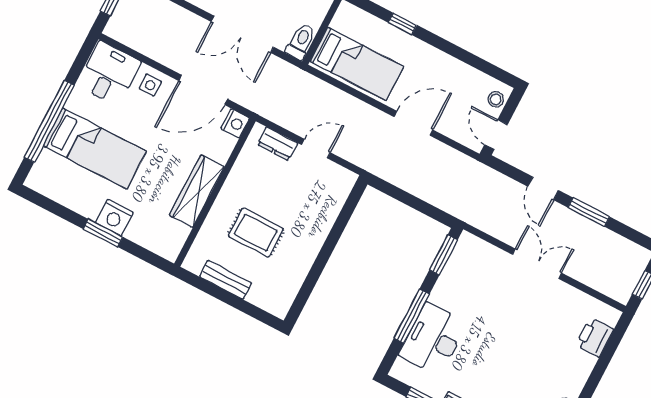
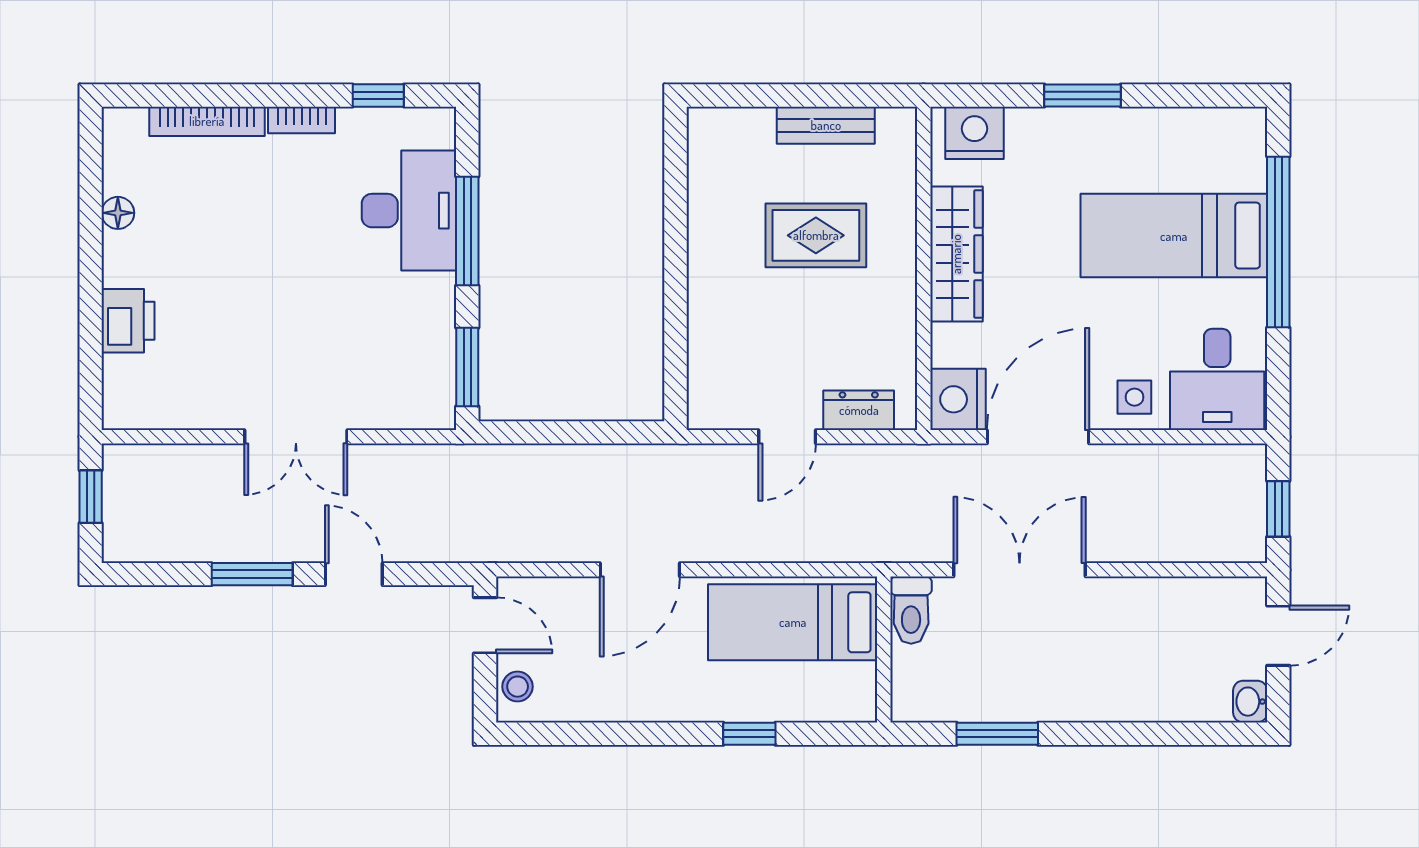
nightstand: (235, 123) -> (958, 399), width x1.36, depth x1.33
nightstand: (114, 218) -> (975, 133), moved
printer: (595, 337) -> (128, 321), moved

